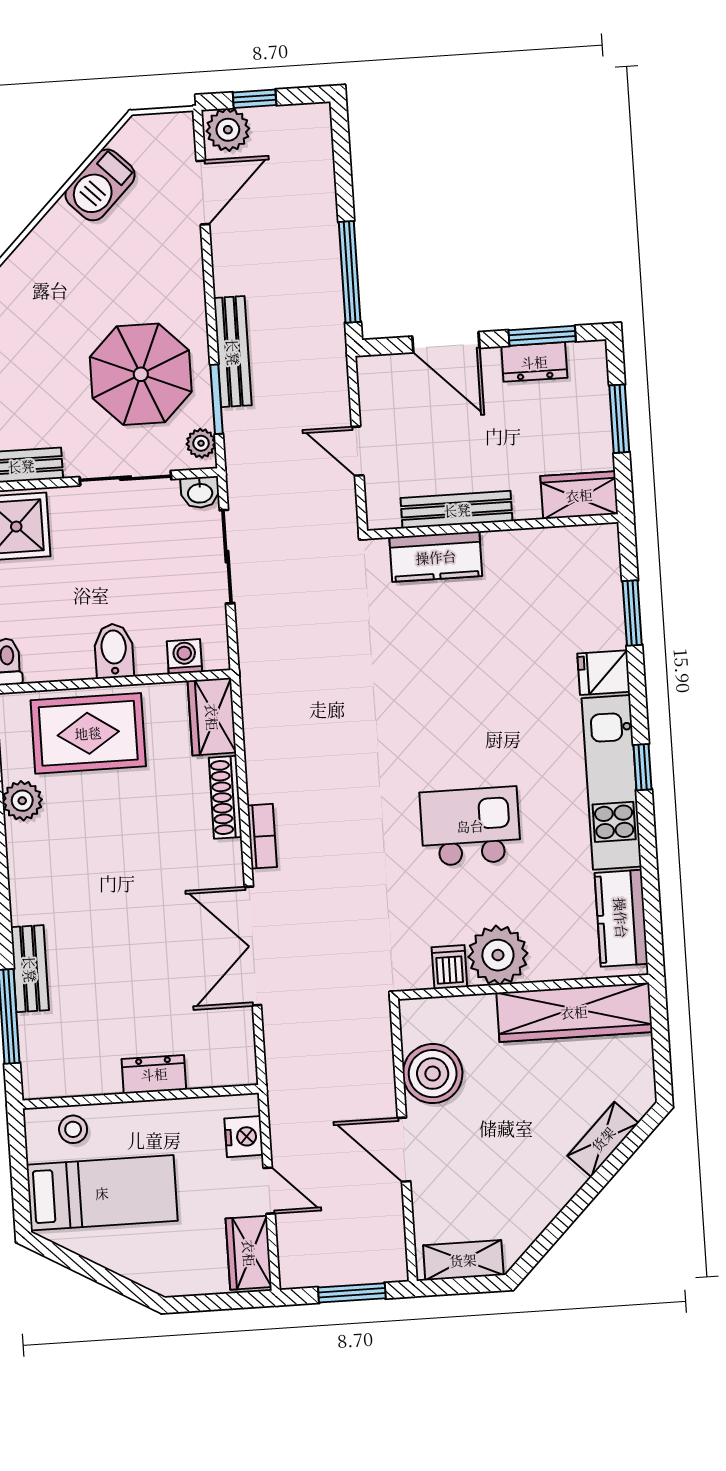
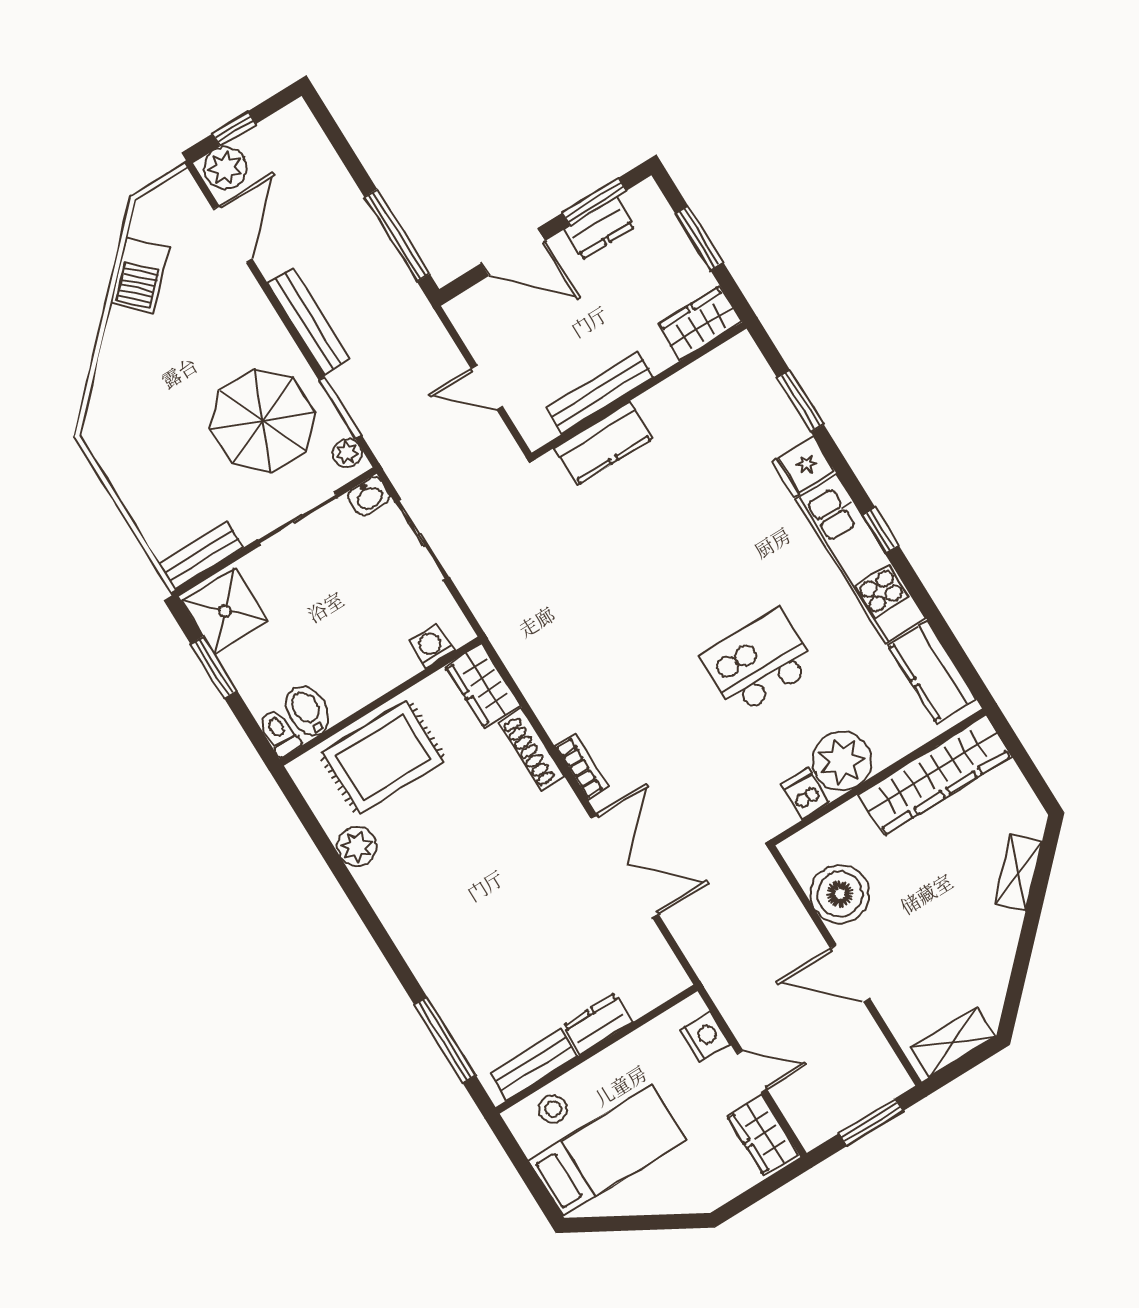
bench: (233, 352) -> (309, 321), moved
bidet: (114, 651) -> (308, 711), moved
double door: (253, 946) -> (625, 866), swing flipped
bench: (30, 969) -> (534, 1065), moved, turned 90

